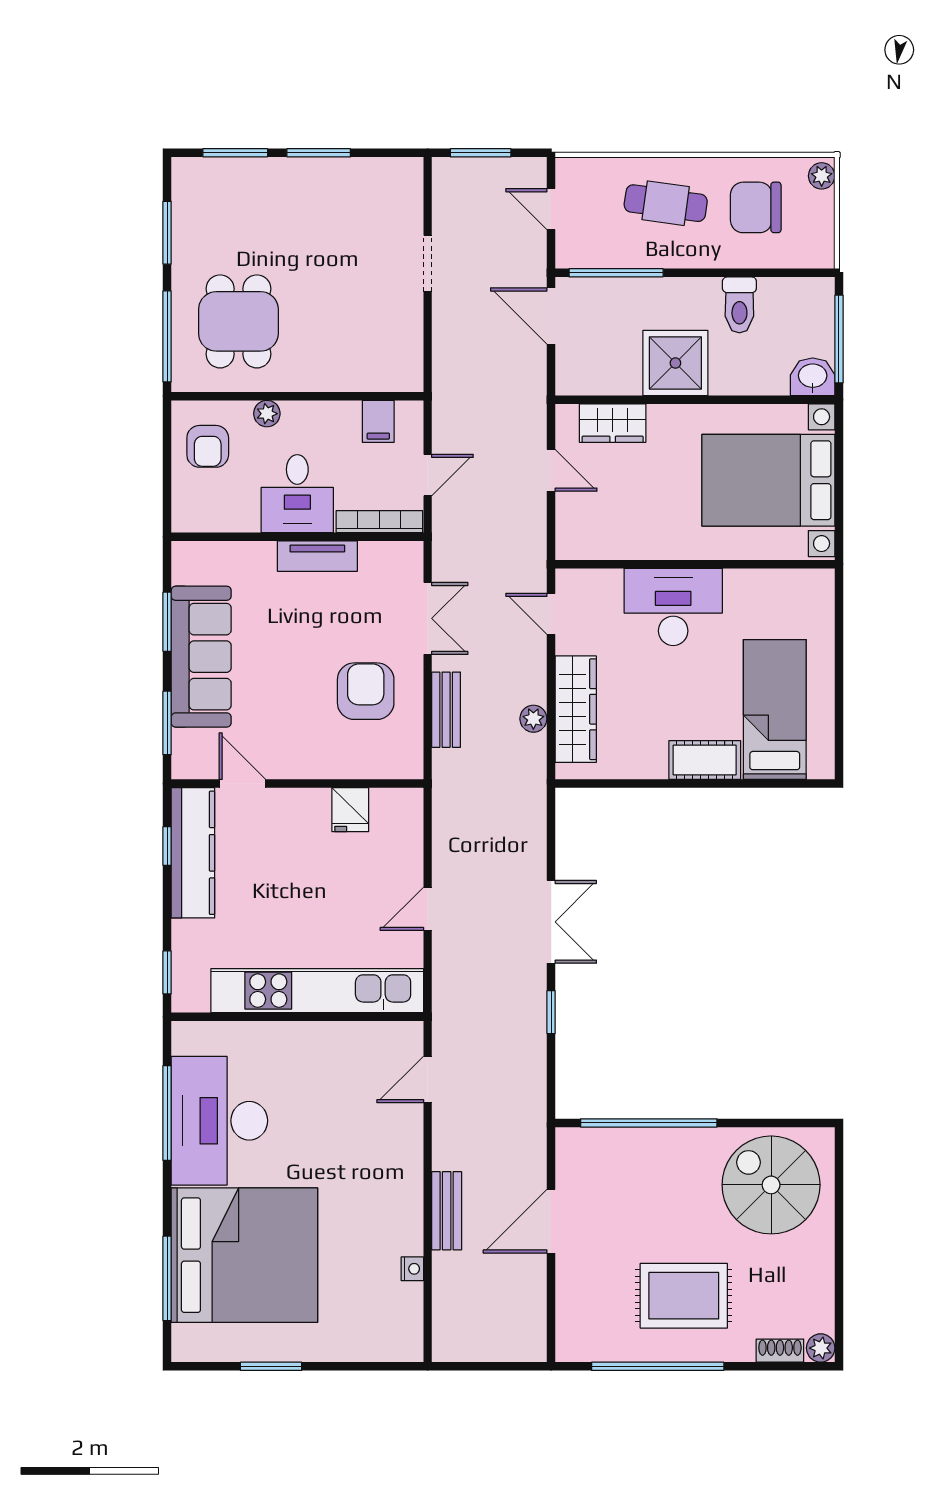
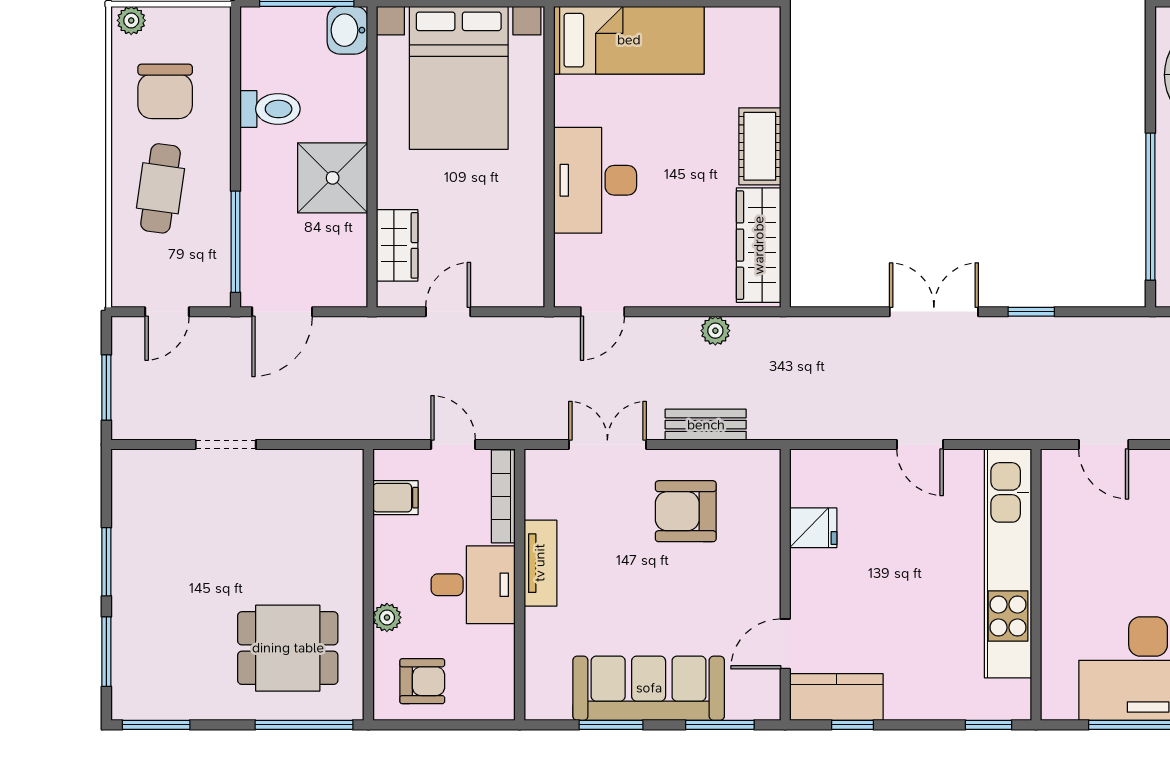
window: (167, 233) -> (156, 725), moved
wardrobe: (576, 709) -> (759, 245), moved, turned -90
bed: (775, 710) -> (629, 40), moved, turned 180
kitchen counter: (193, 853) -> (836, 697), width x0.67

